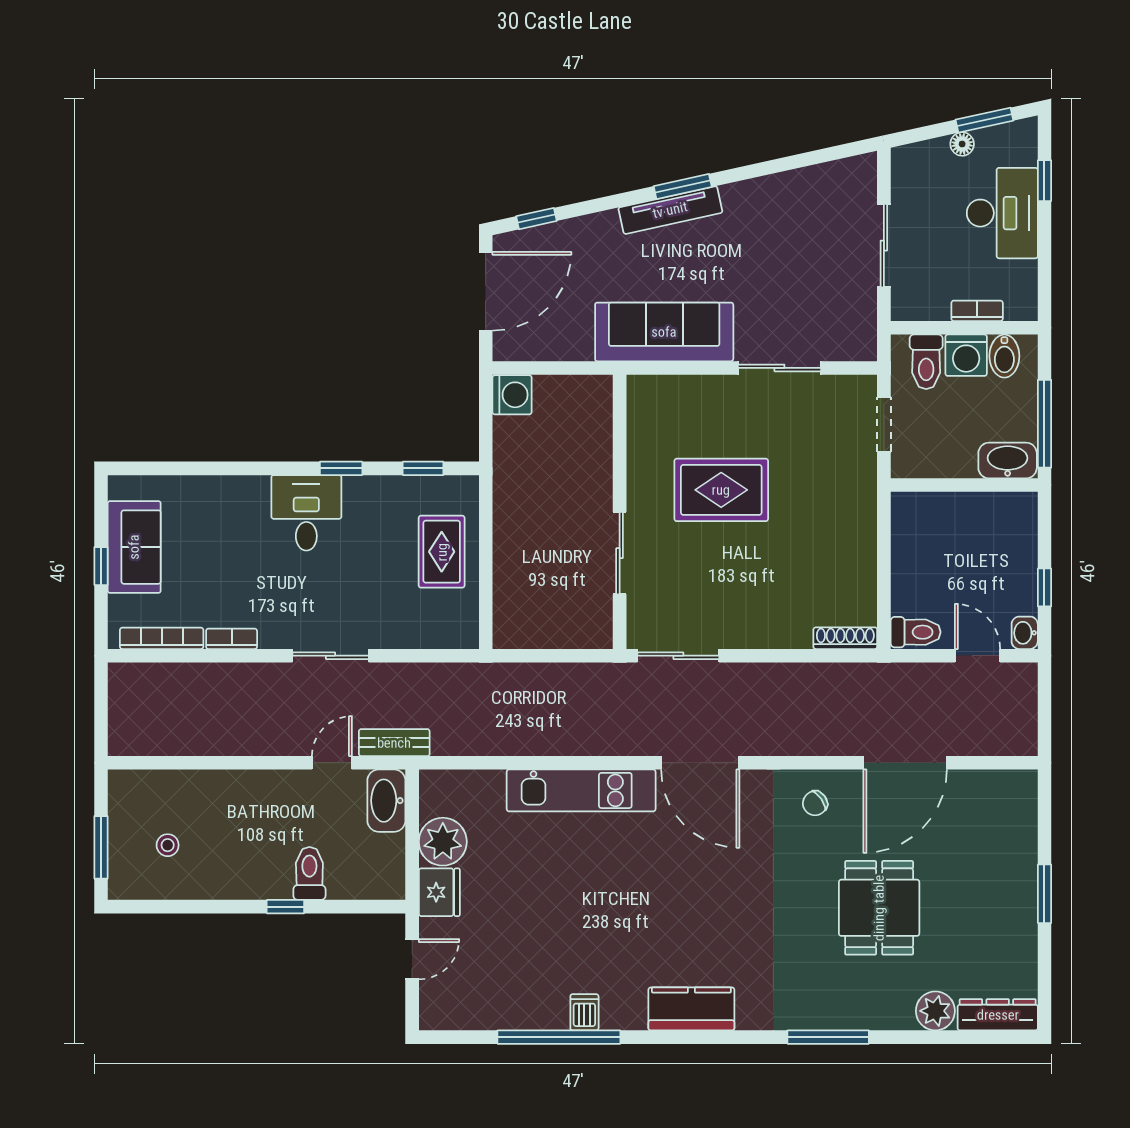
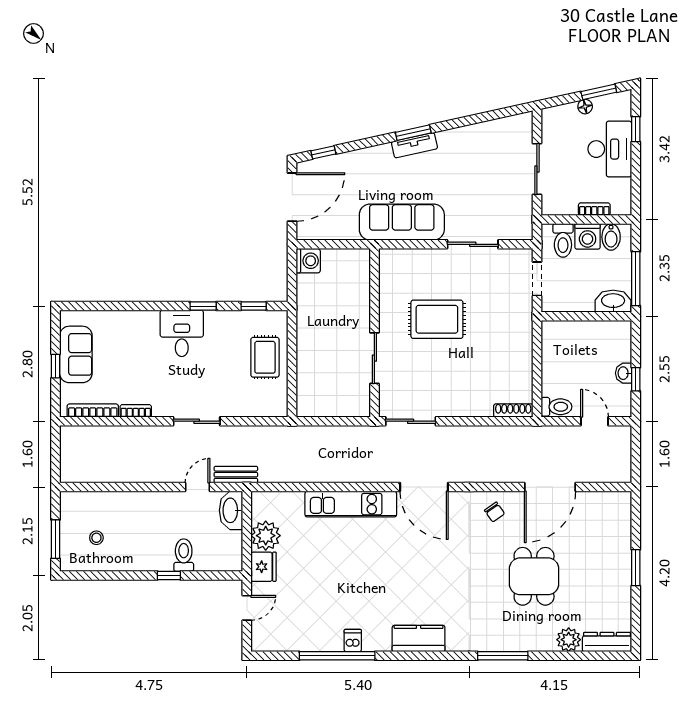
tv unit: (670, 210) -> (414, 145), width x0.71
washbasin: (1025, 633) -> (624, 373), moved
chair: (815, 803) -> (495, 512), turned -90

